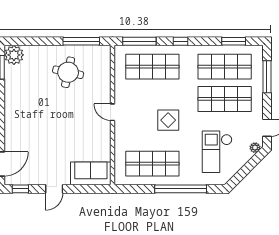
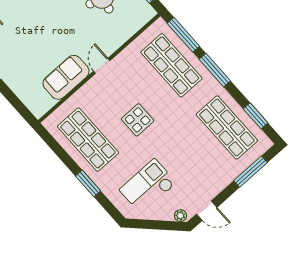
window: (180, 41) -> (215, 70), width x2.17
shop shelf: (225, 99) -> (199, 152), removed
sofa: (91, 173) -> (66, 77), moved, turned -90
window: (181, 189) -> (88, 183), width x0.47

